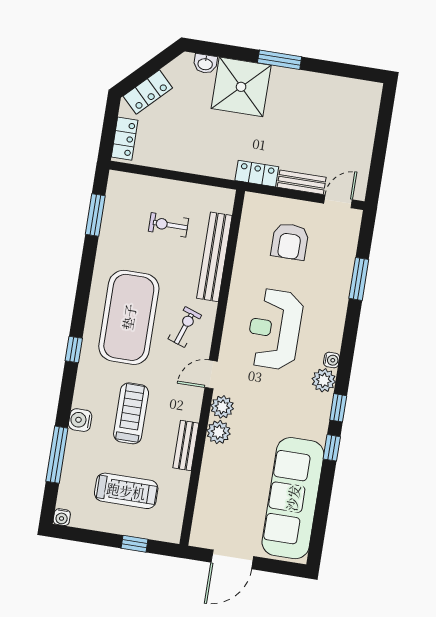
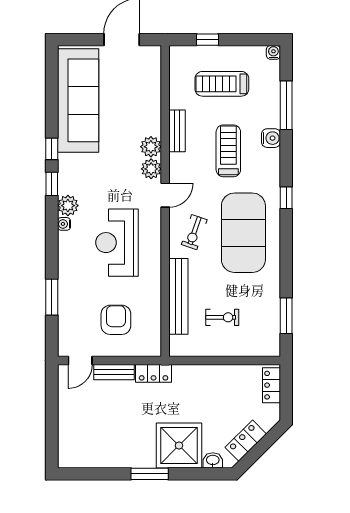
locker: (148, 92) -> (246, 441), moved
reception desk: (275, 329) -> (117, 243), turned 180
treadmill: (131, 413) -> (228, 151), turned 180

